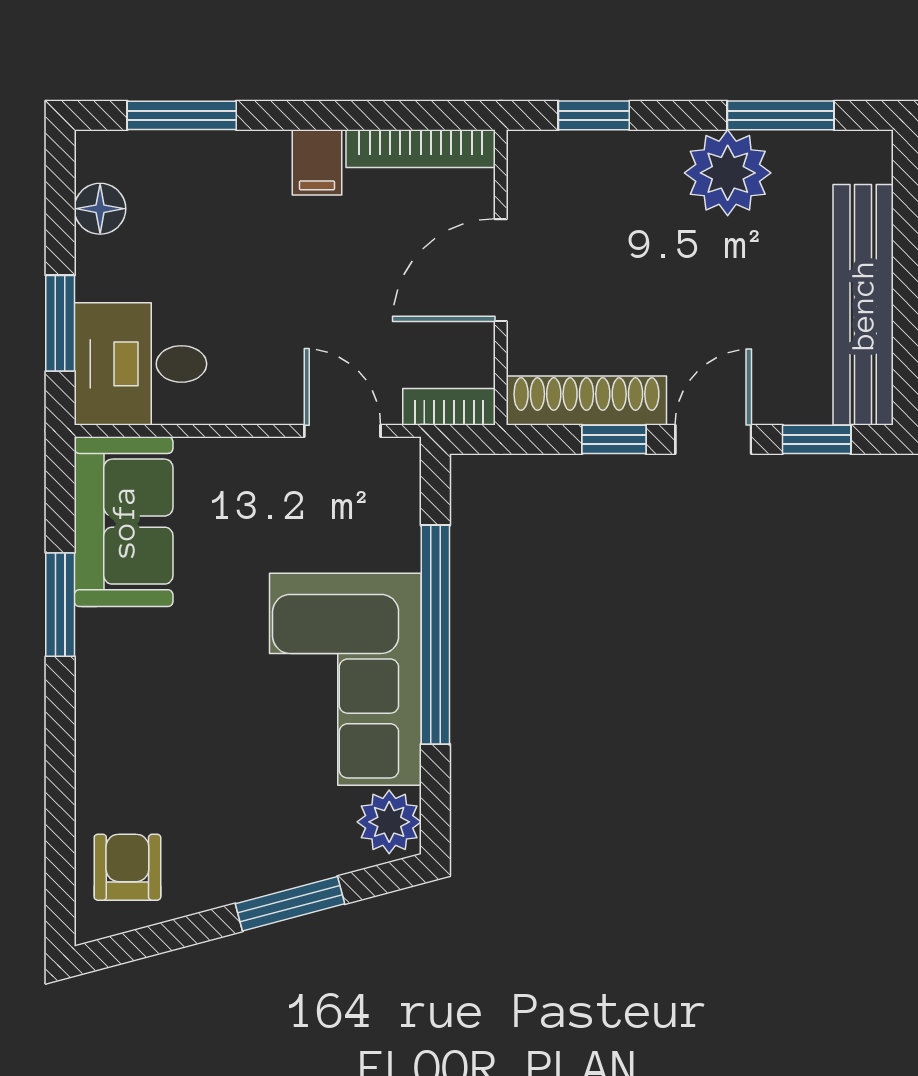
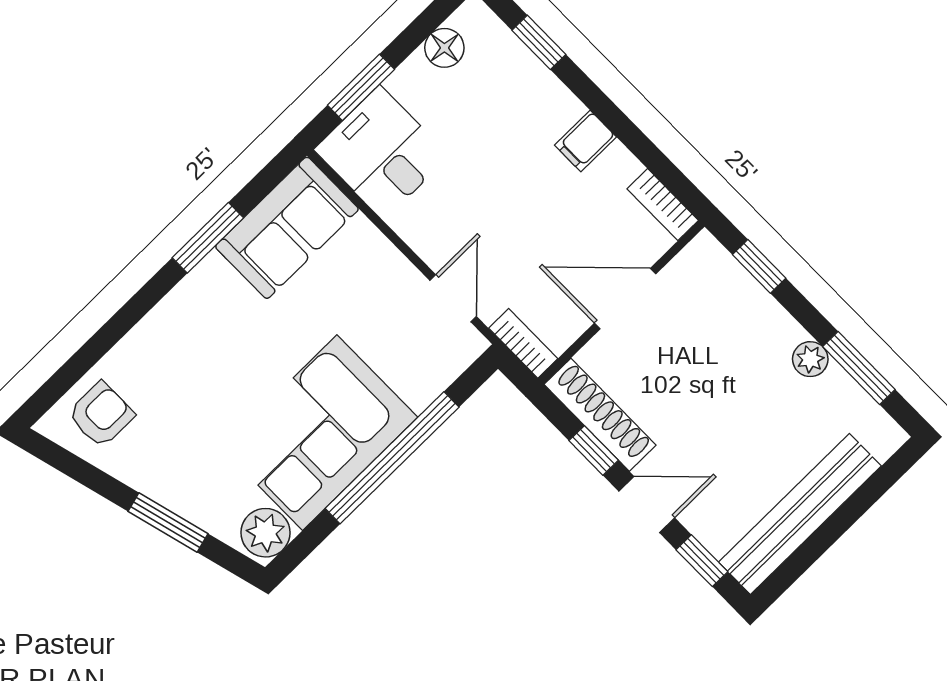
window: (182, 115) -> (539, 42), width x0.67
bookcase: (421, 149) -> (663, 205), width x0.64
plant: (728, 173) -> (810, 359), width x0.53, depth x0.53

